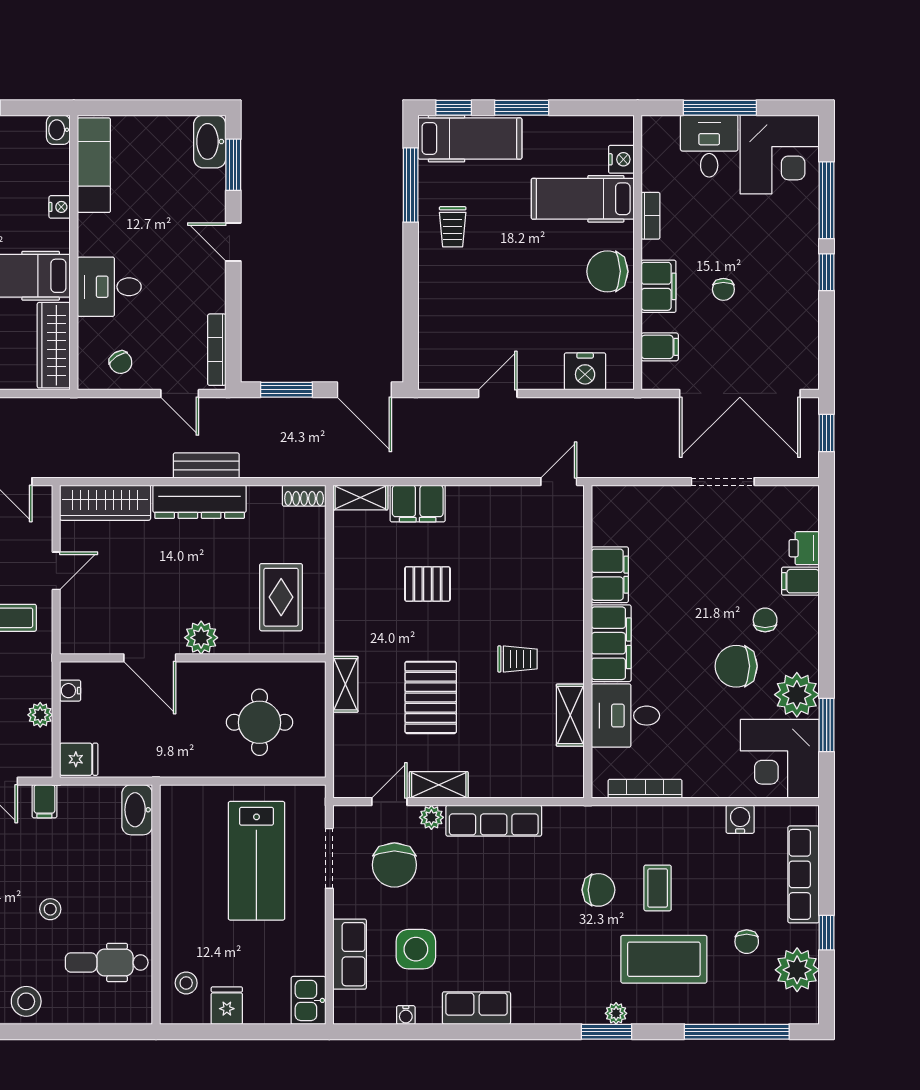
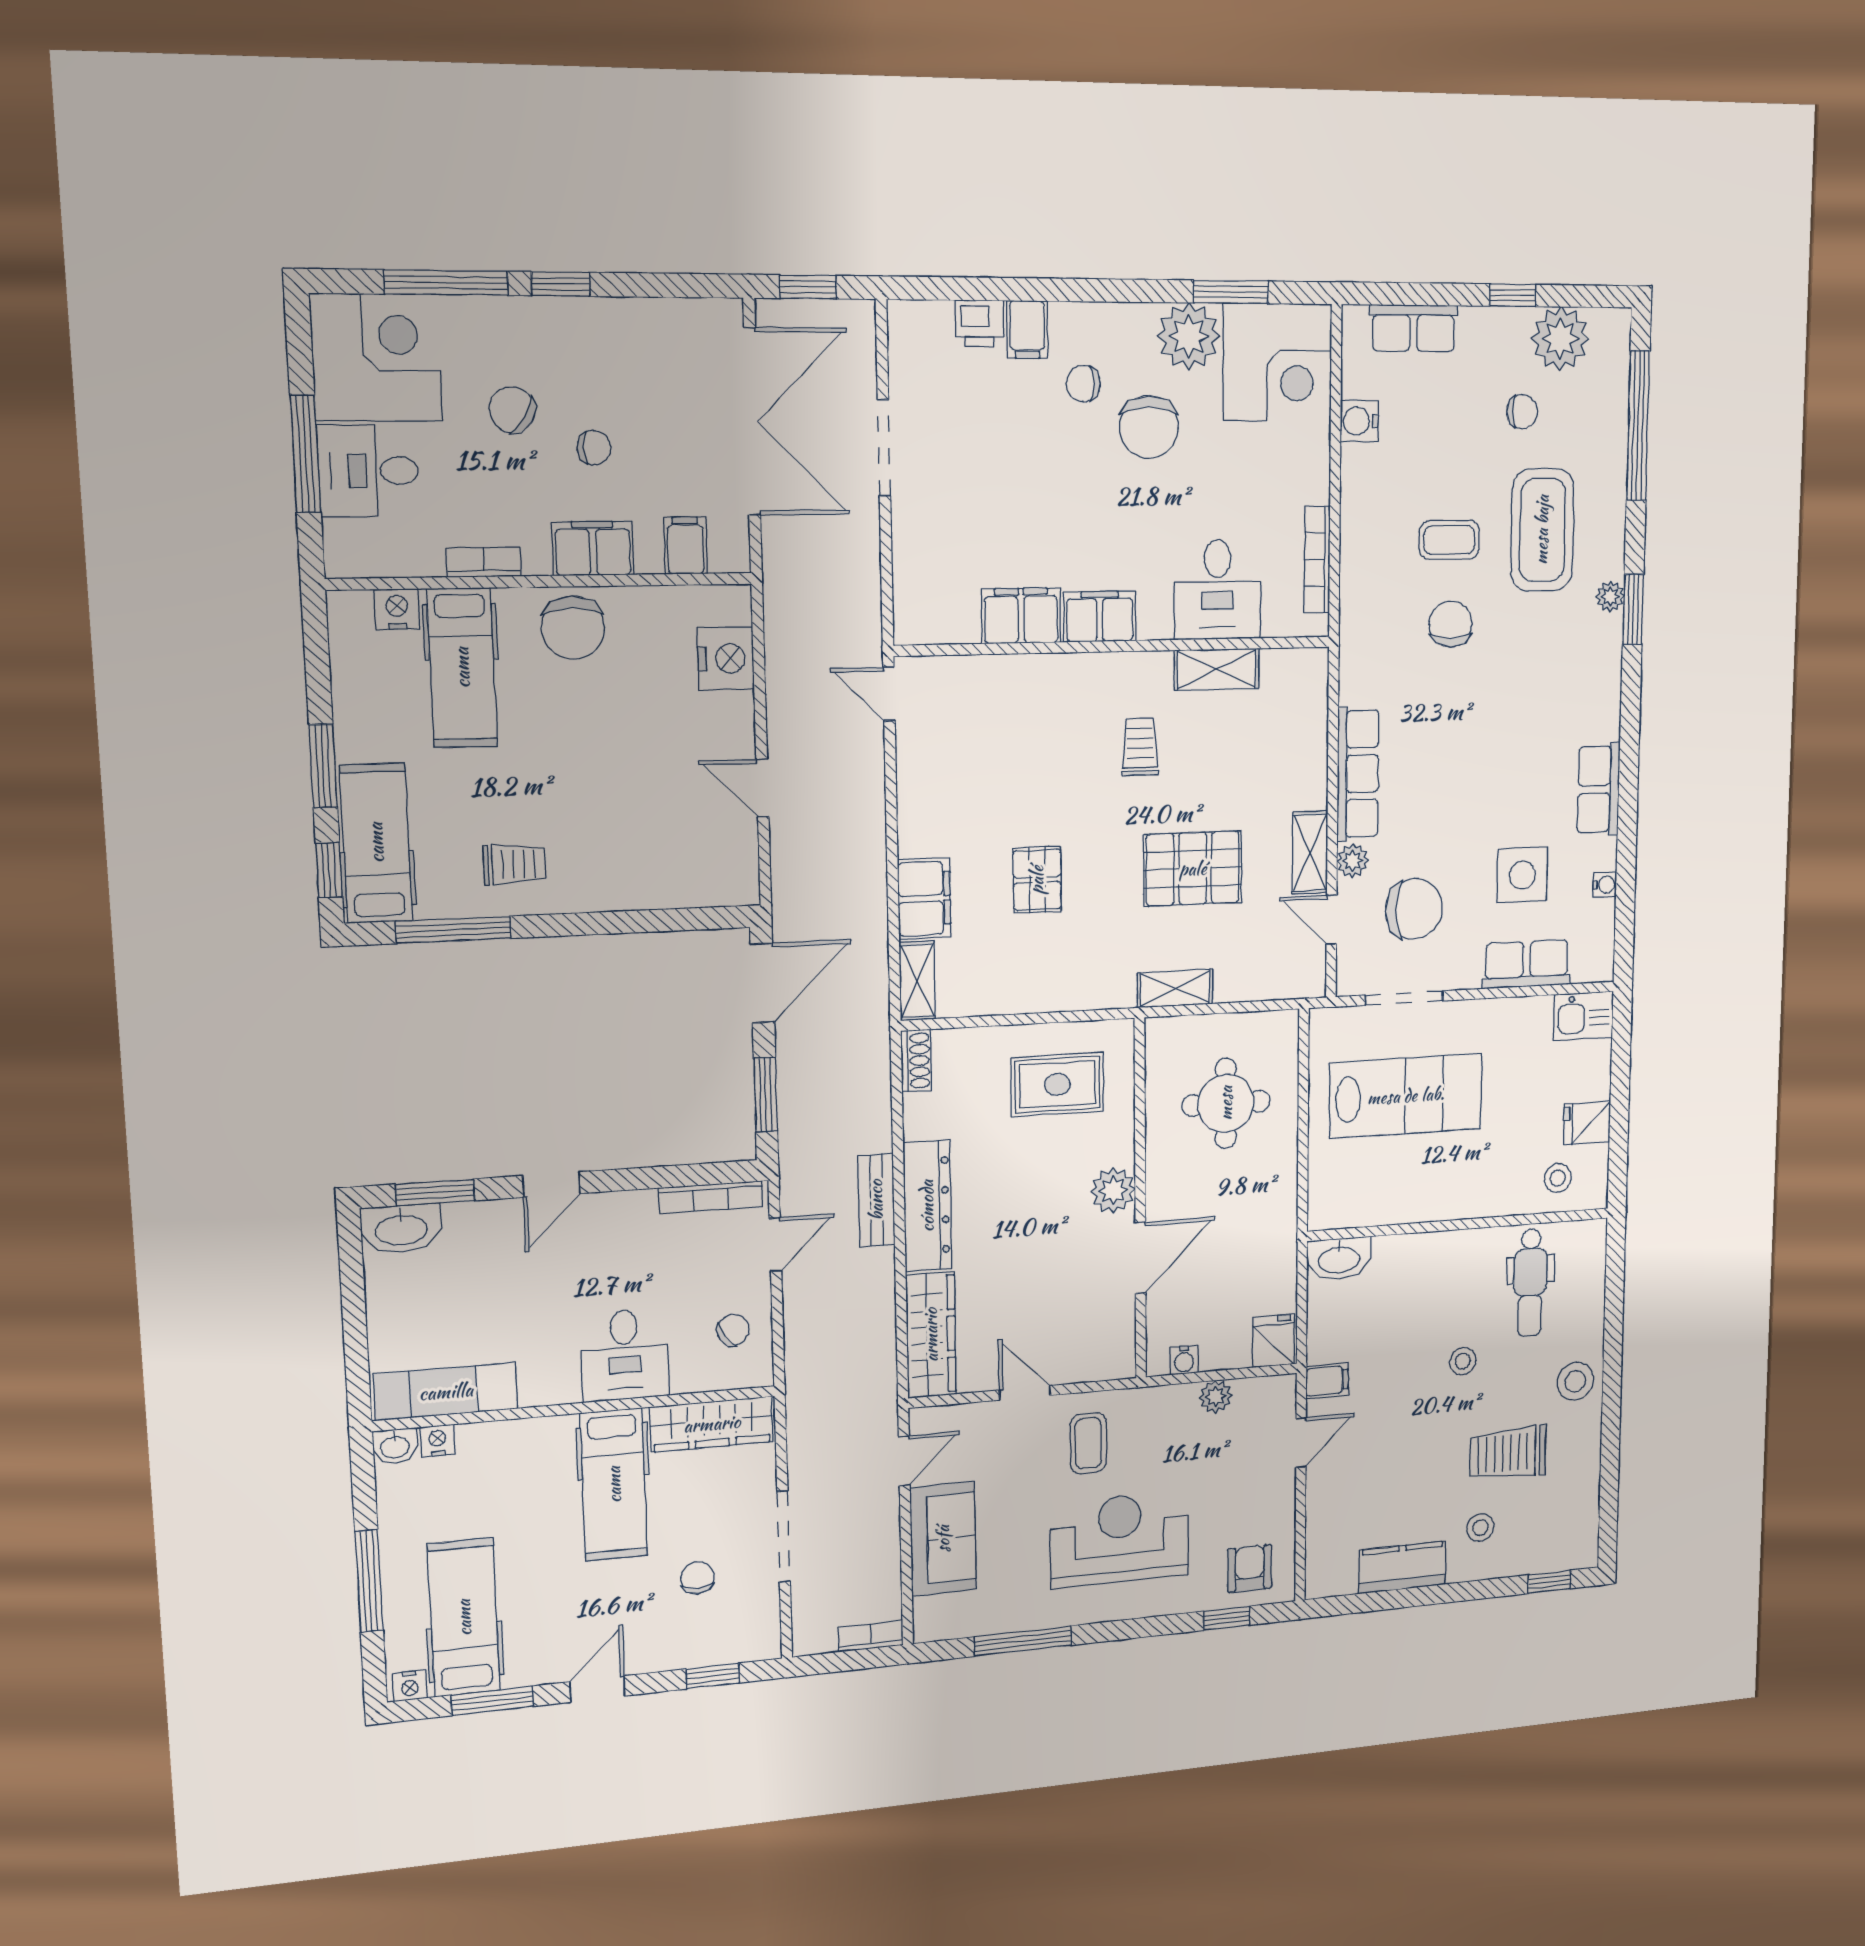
nightstand: (60, 207) -> (438, 1441), moved
chair: (747, 238) -> (512, 410), added
filing cabinet: (611, 643) -> (1100, 617), width x0.67, depth x0.86
row of seats: (804, 874) -> (1414, 328), width x0.68

